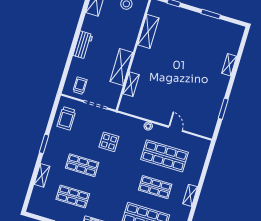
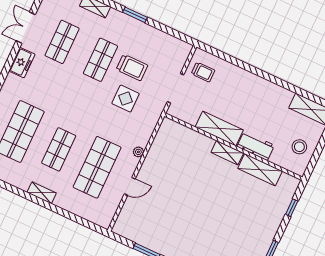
workbench: (83, 45) -> (256, 146), moved, turned 180
shelving: (131, 84) -> (227, 153), moved
trolley: (66, 118) -> (132, 67), moved, turned 180

